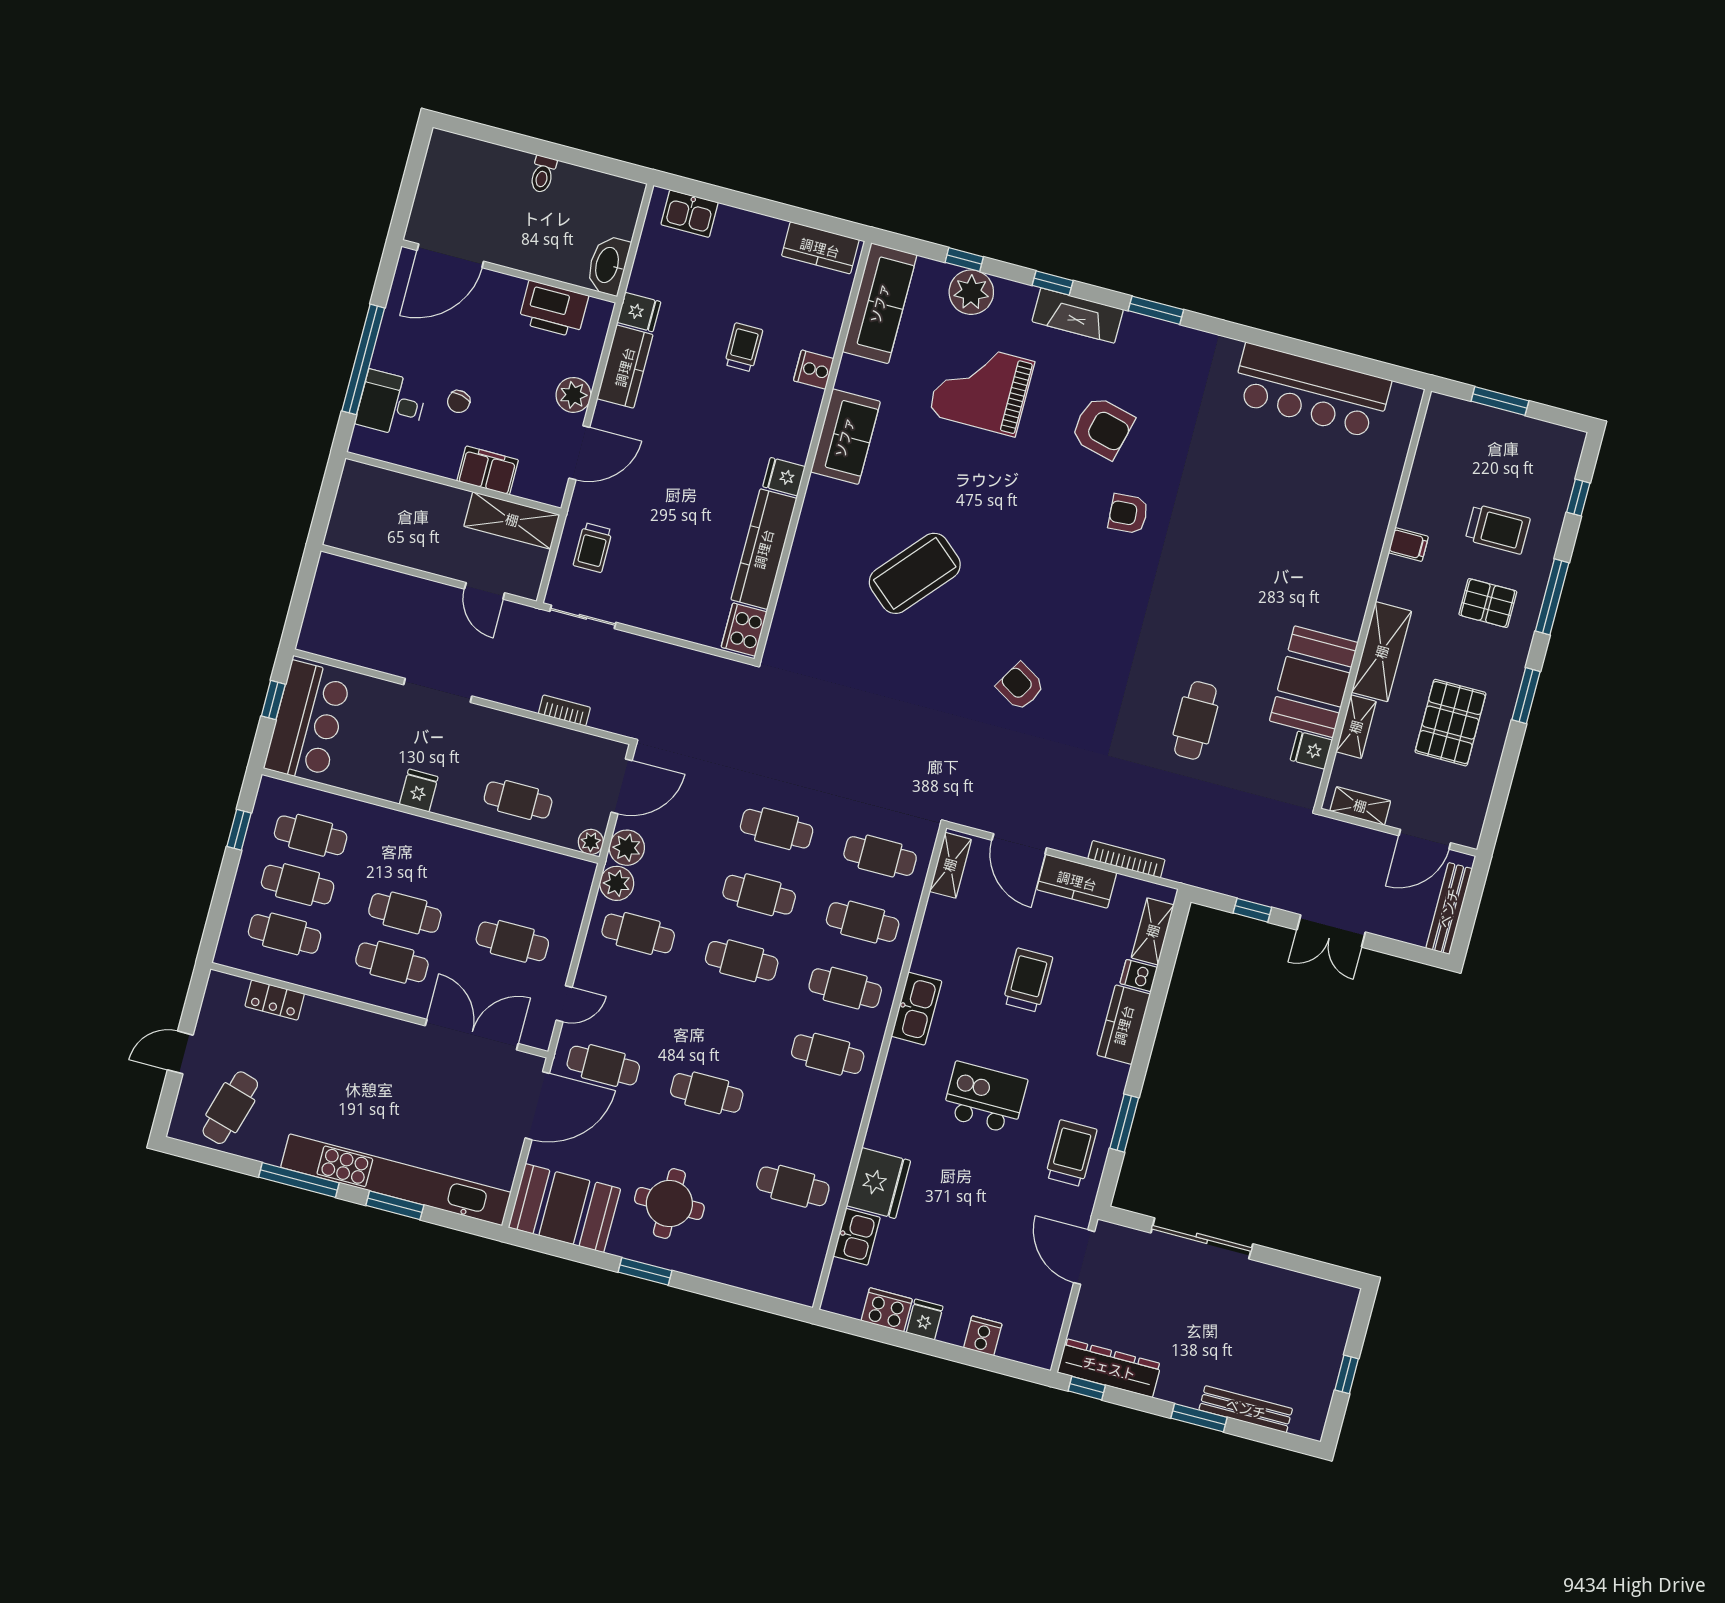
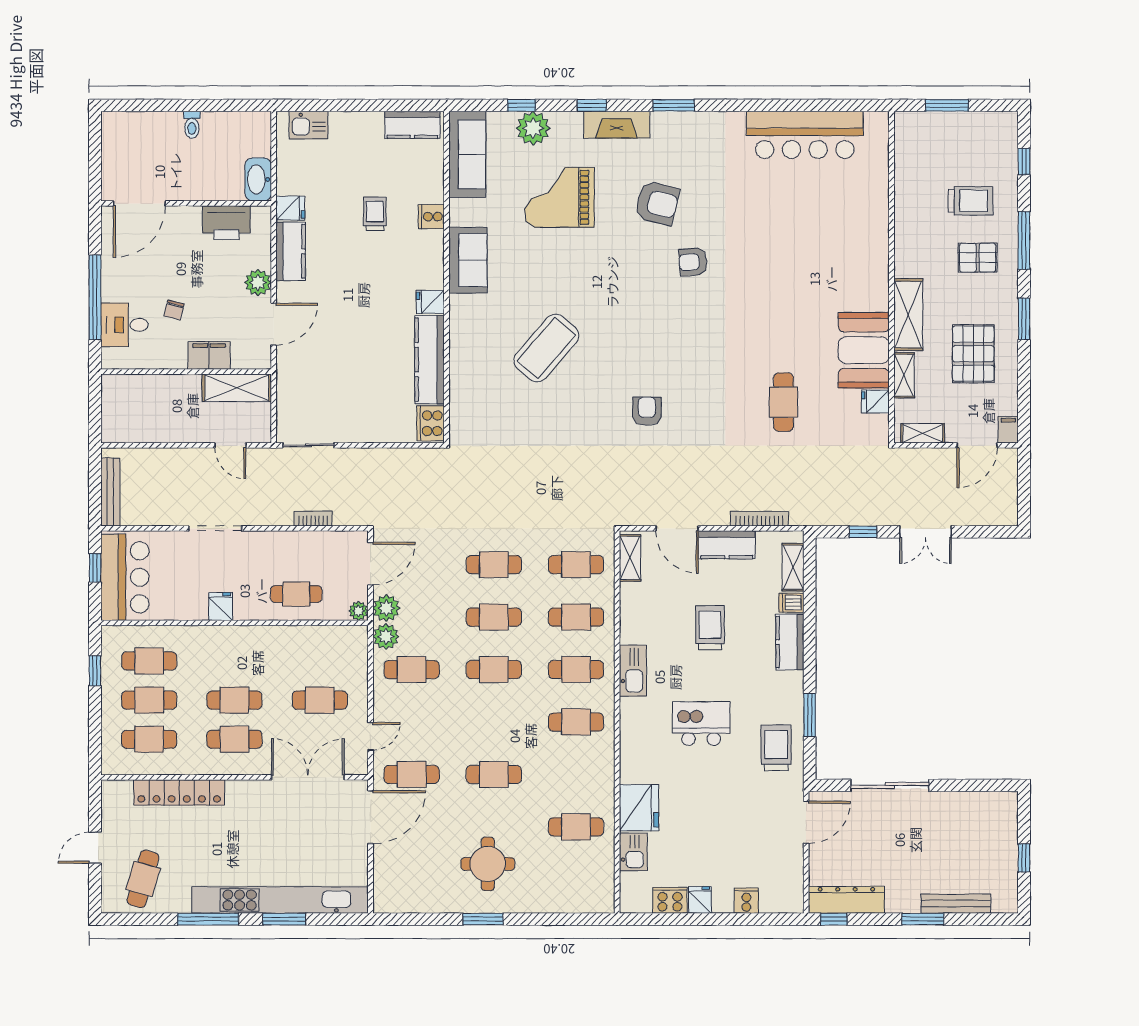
filing cabinet: (1408, 545) -> (1008, 430), moved, turned -90
trolley: (593, 548) -> (302, 392), removed
armchair: (1020, 686) -> (647, 411), turned 59
bench: (1449, 908) -> (110, 492), moved
locker: (275, 1000) -> (179, 792), width x2.16, depth x1.21
booth: (564, 1208) -> (411, 888), removed
door: (1084, 1257) -> (806, 822), swing flipped

